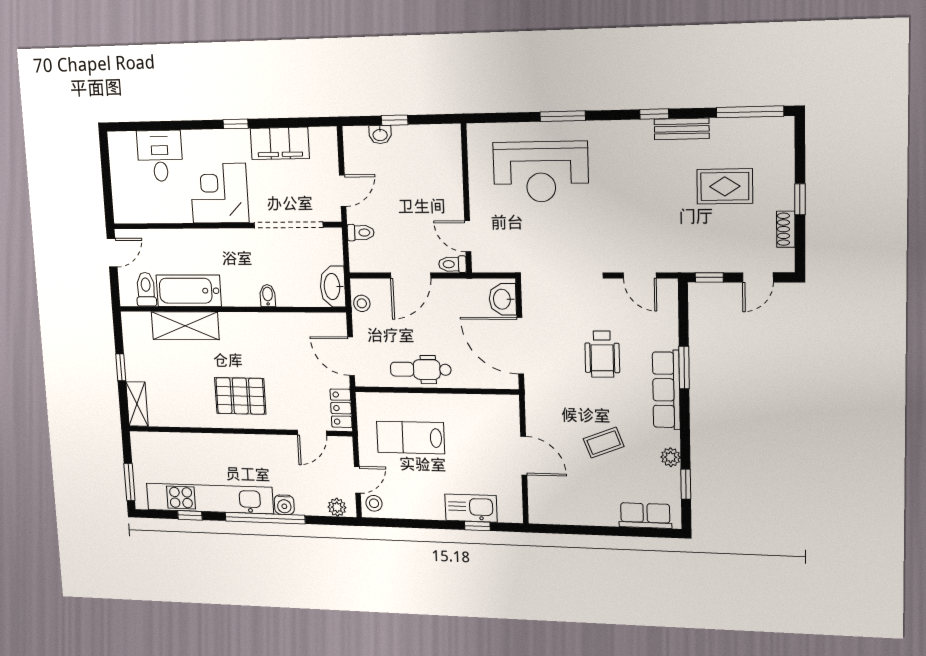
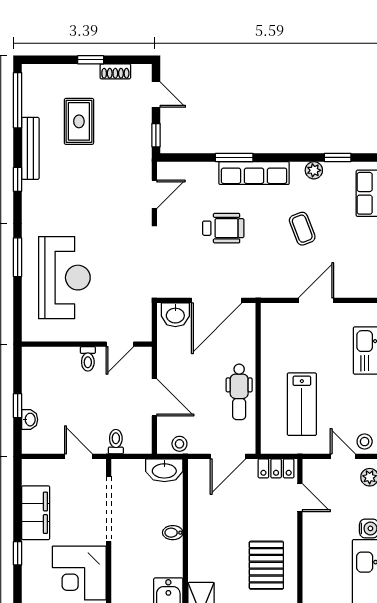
bench: (682, 129) -> (30, 148), width x1.36
toilet: (452, 264) -> (88, 359), moved

